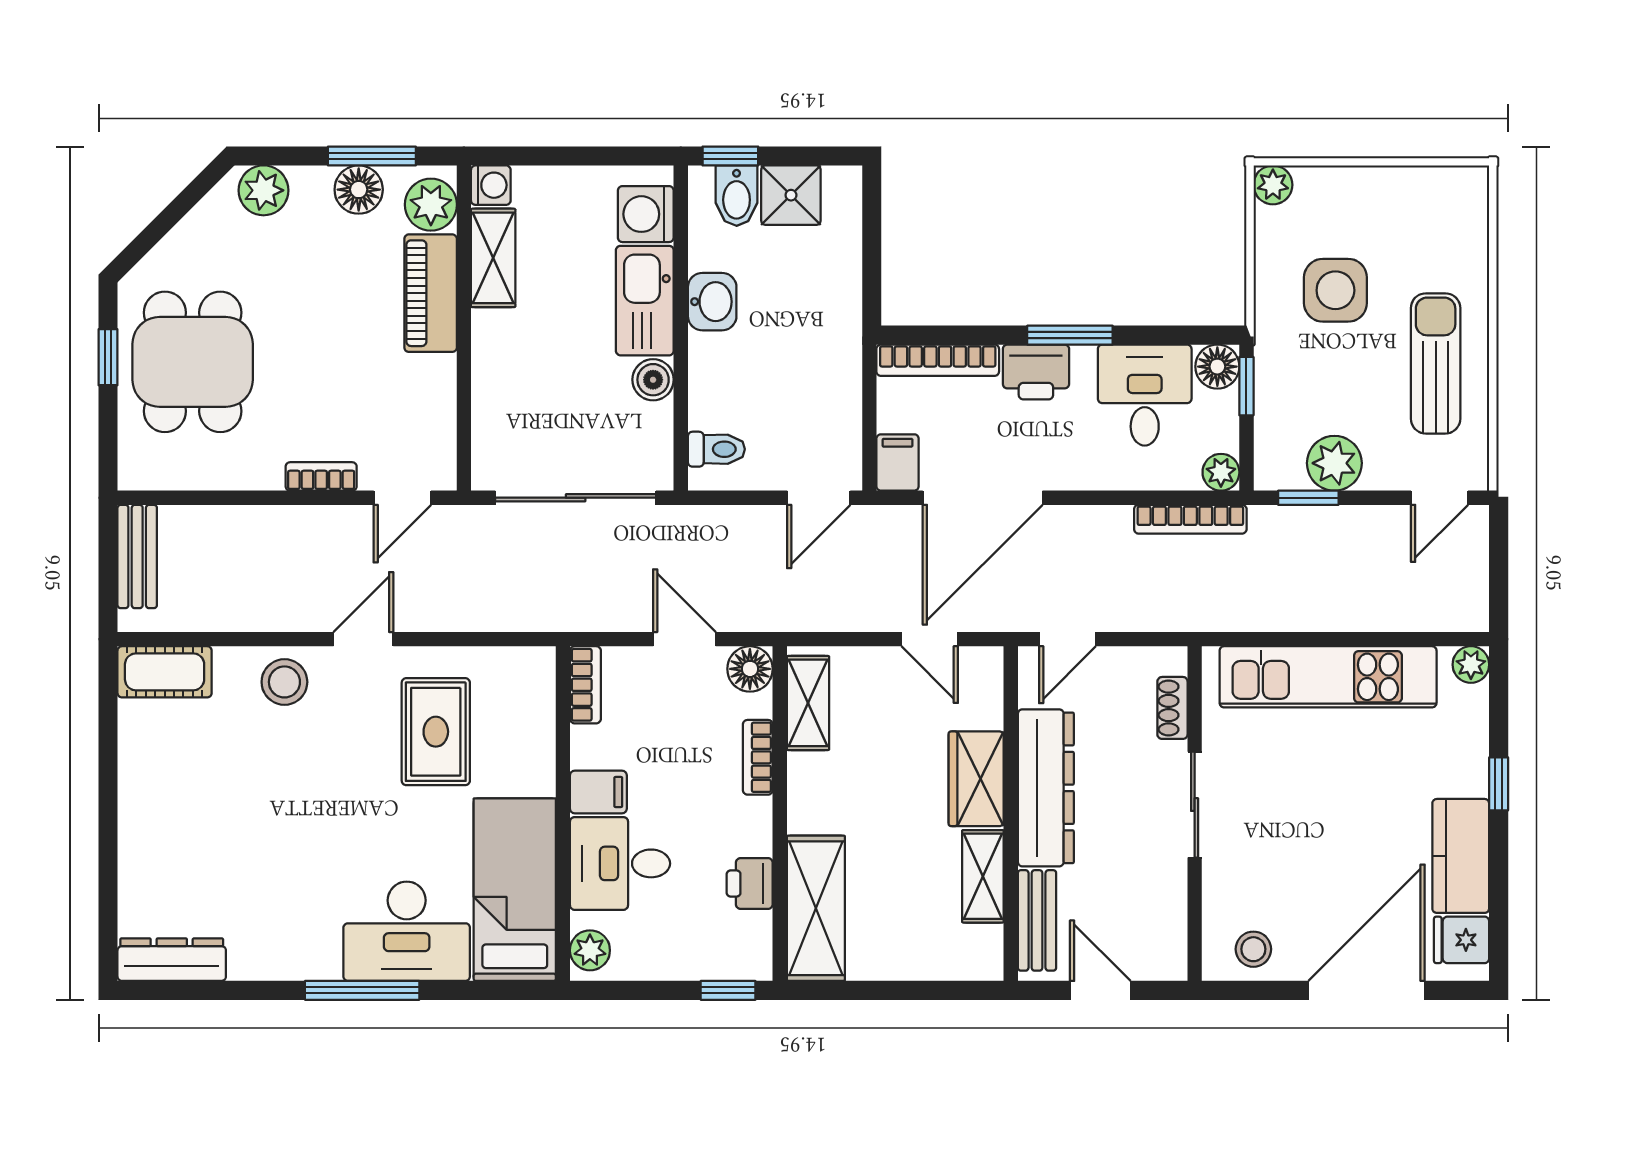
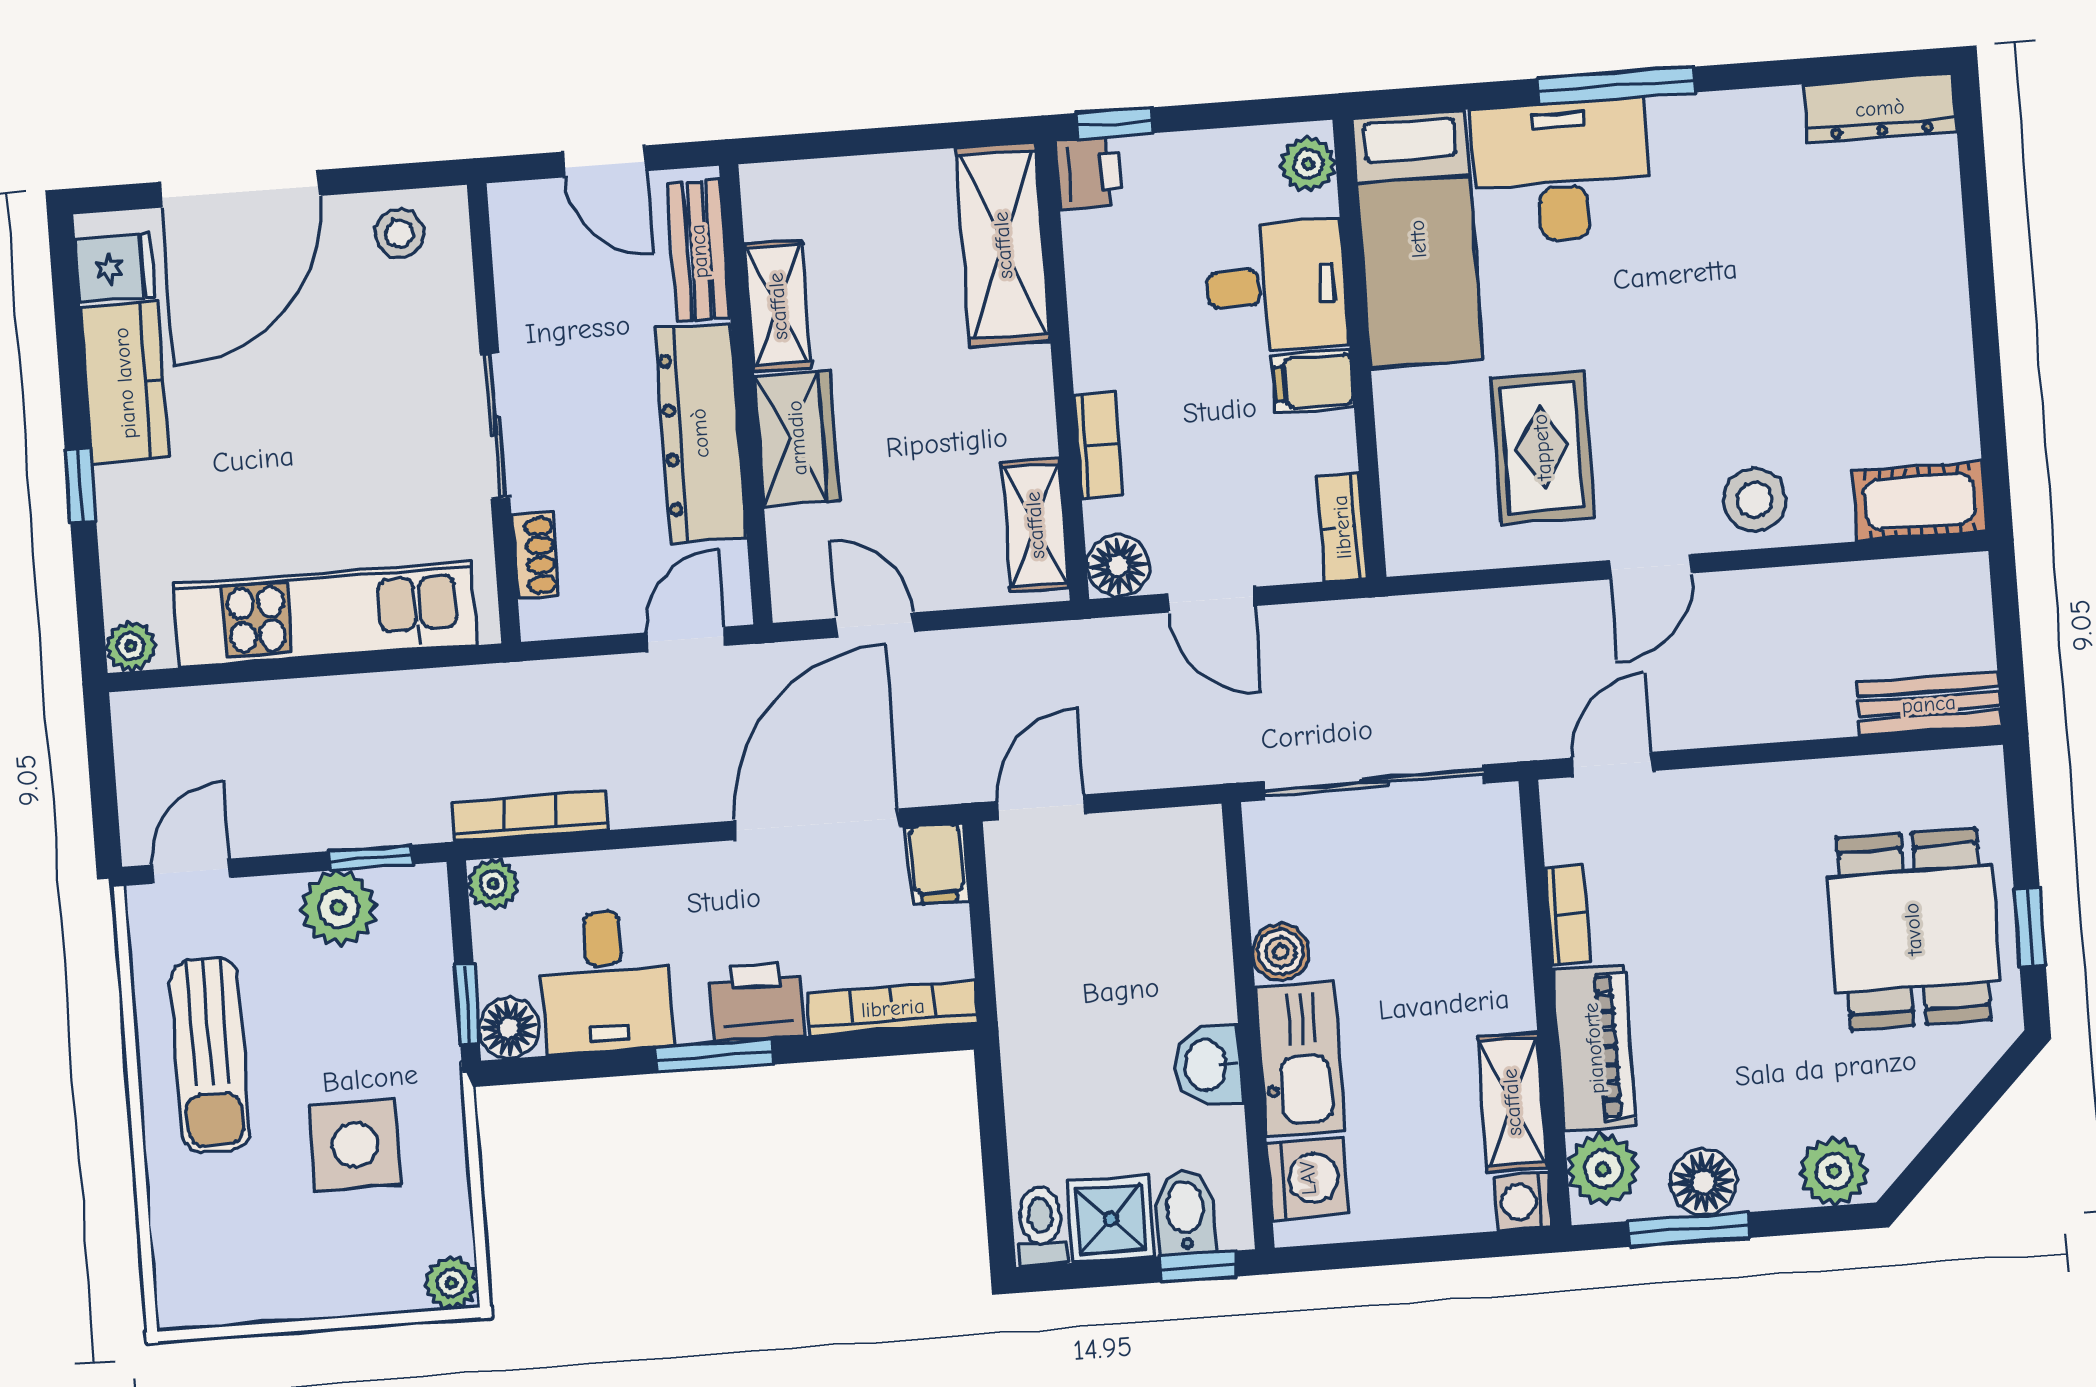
toilet: (716, 449) -> (1041, 1226), moved, turned 90
bookcase: (321, 476) -> (1568, 914), moved, turned -90
bench: (137, 557) -> (1929, 704), moved, turned 90
printer: (750, 883) -> (1089, 173), moved

